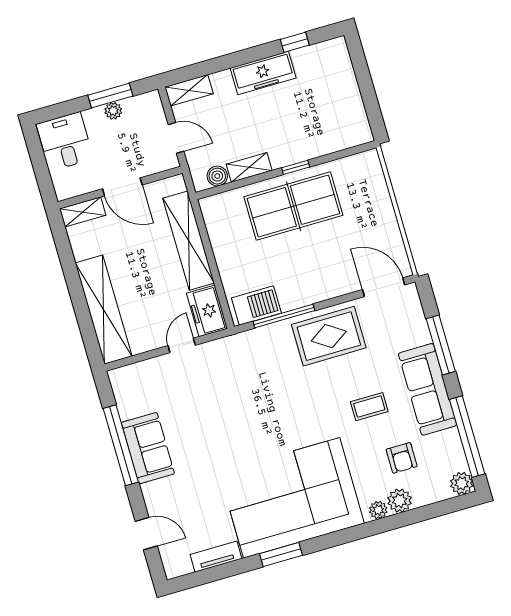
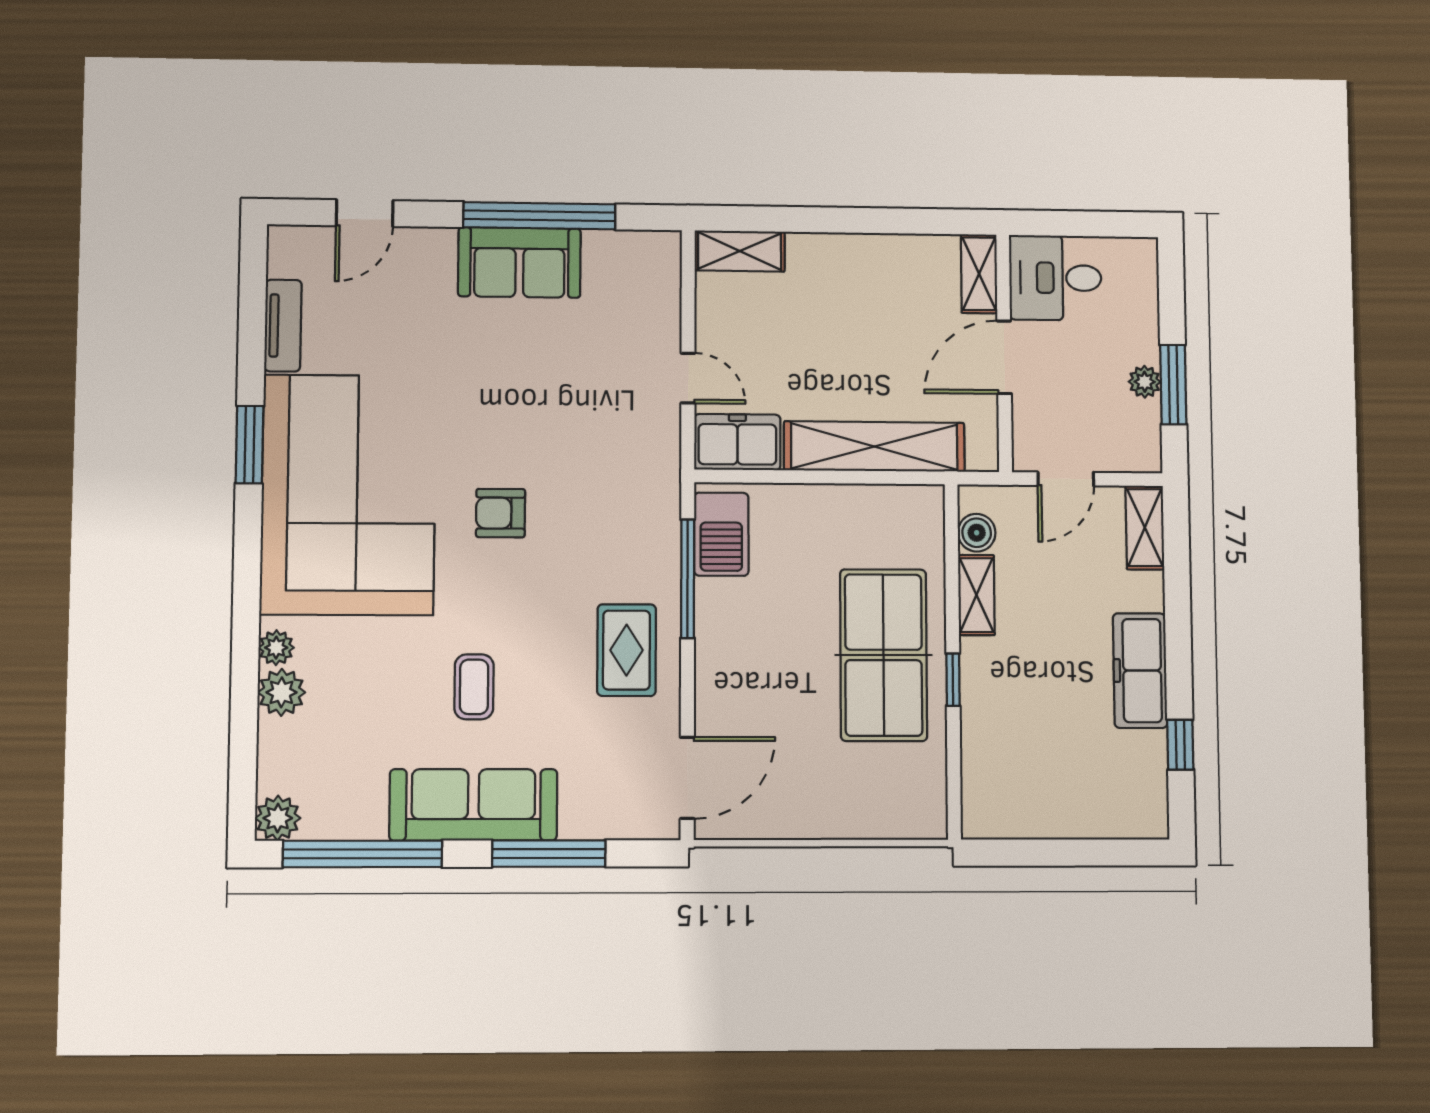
desk: (65, 142) -> (1055, 278), moved, turned 180
shelving: (104, 310) -> (740, 251), width x0.45, depth x0.75
rug: (329, 336) -> (627, 650), width x0.73, depth x0.70
armchair: (402, 458) -> (501, 513), moved

